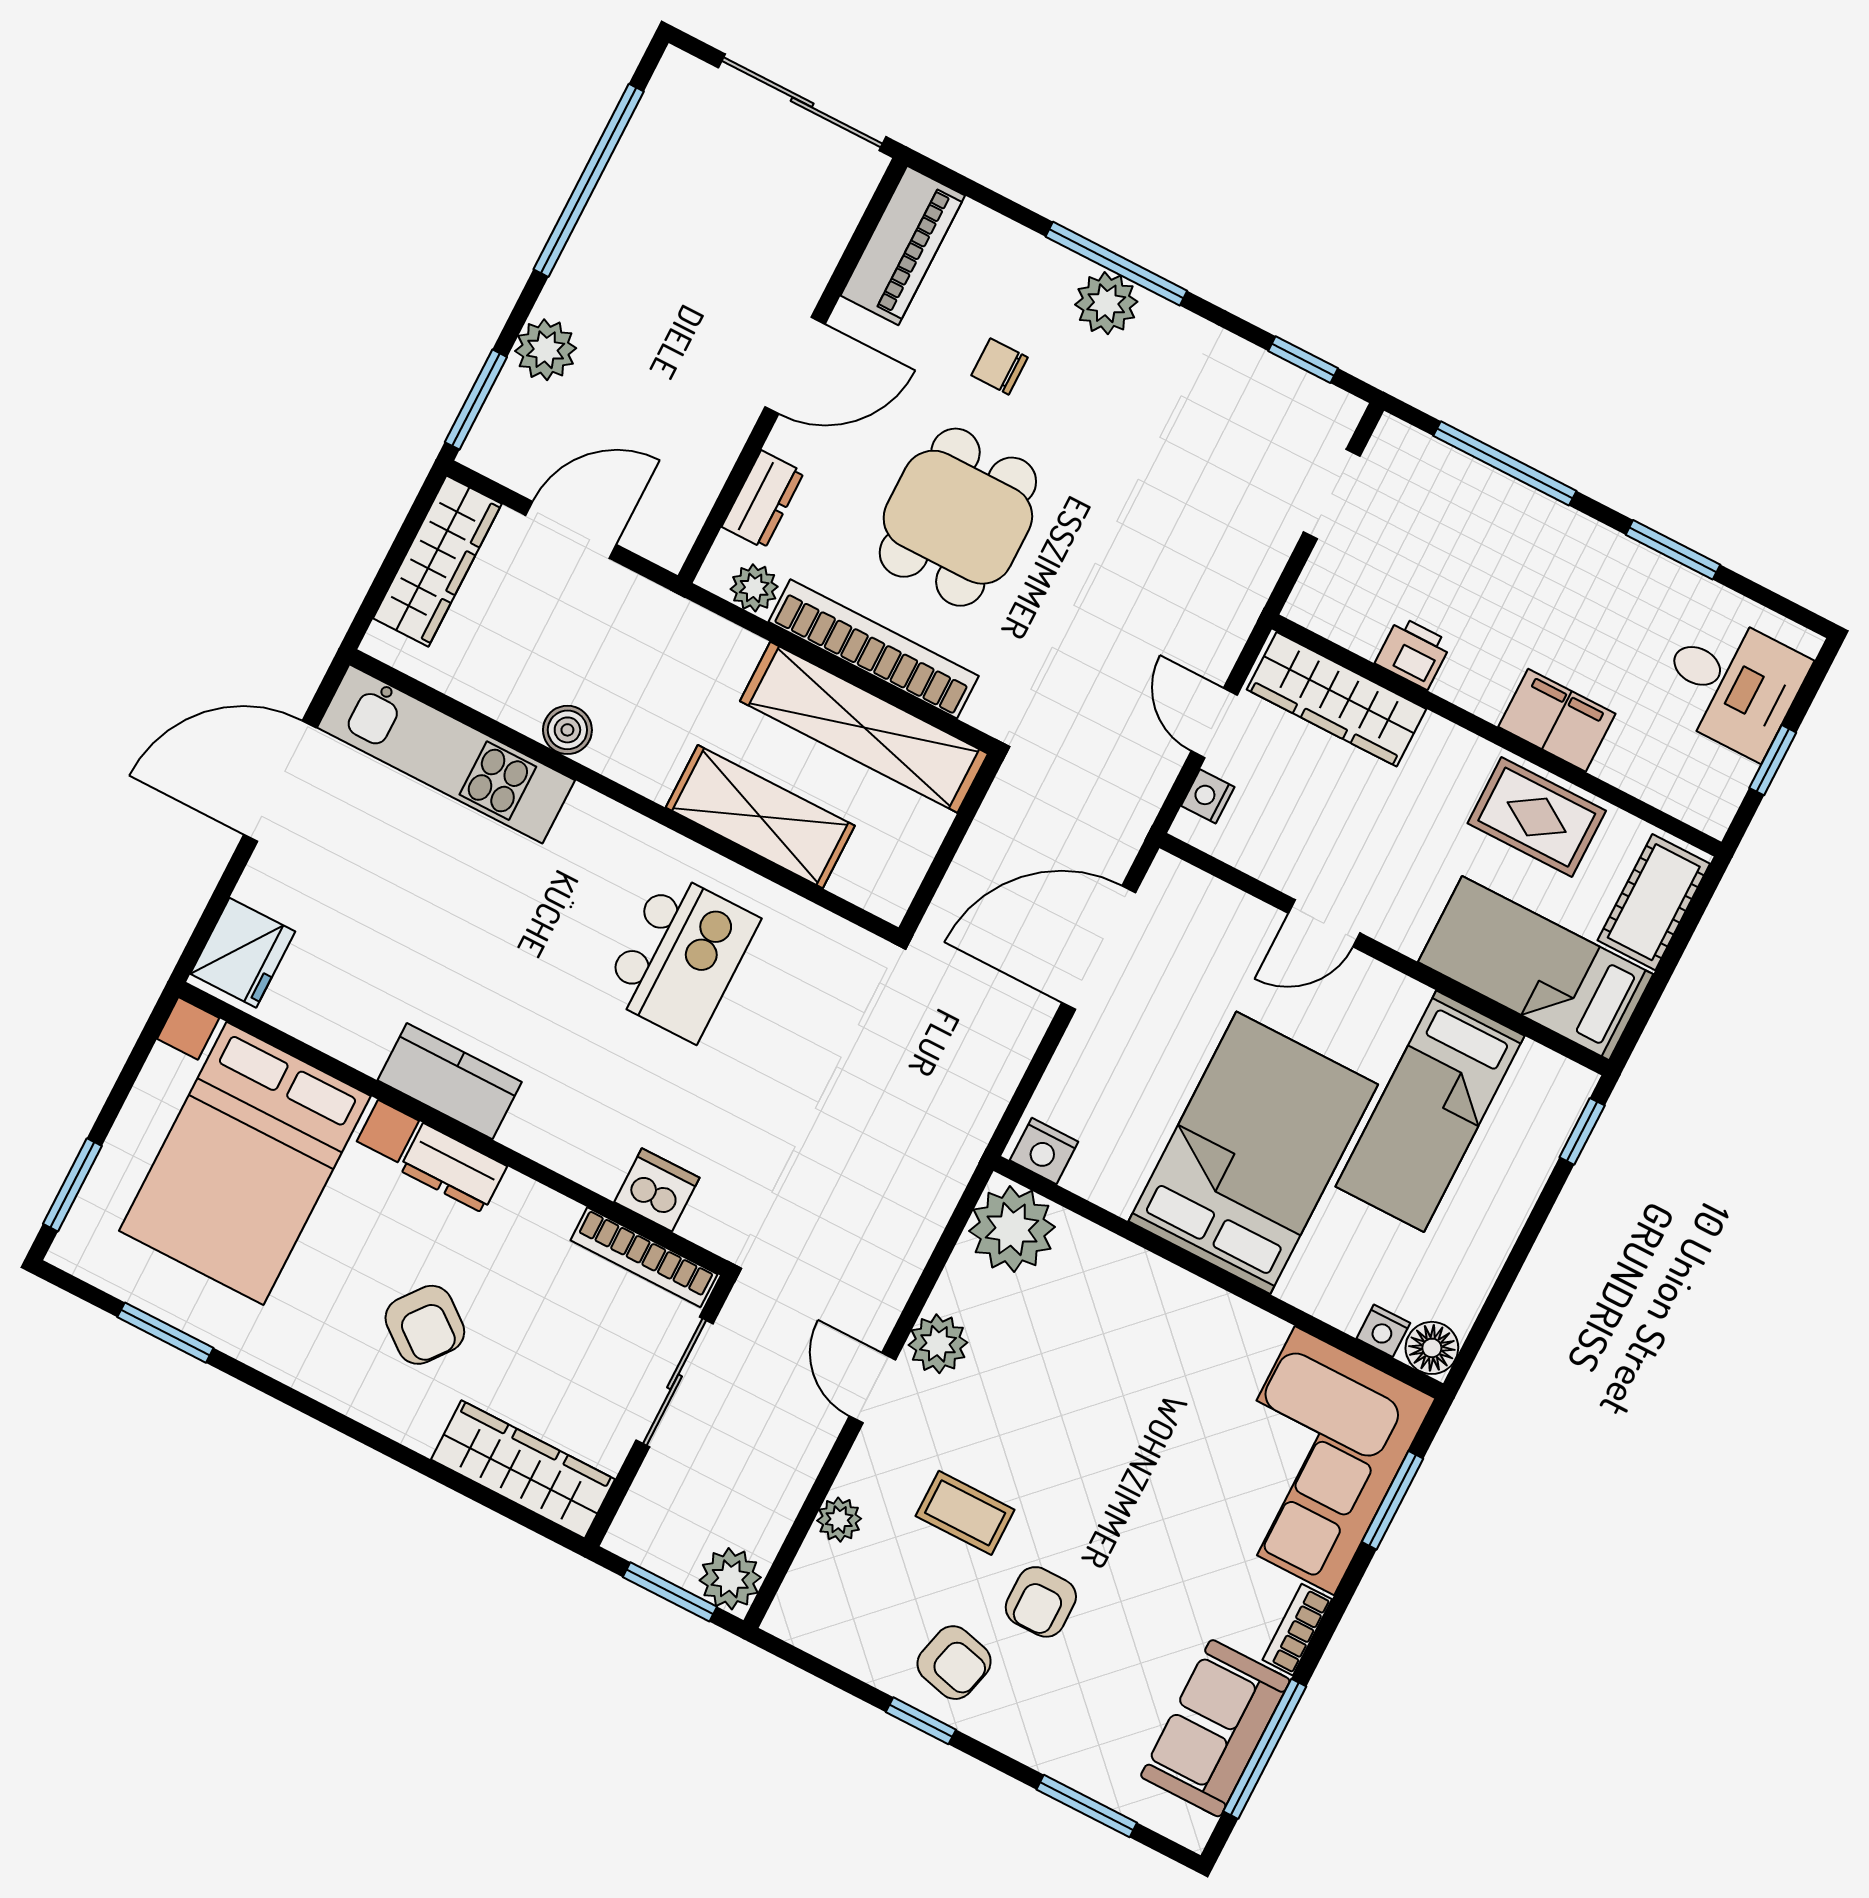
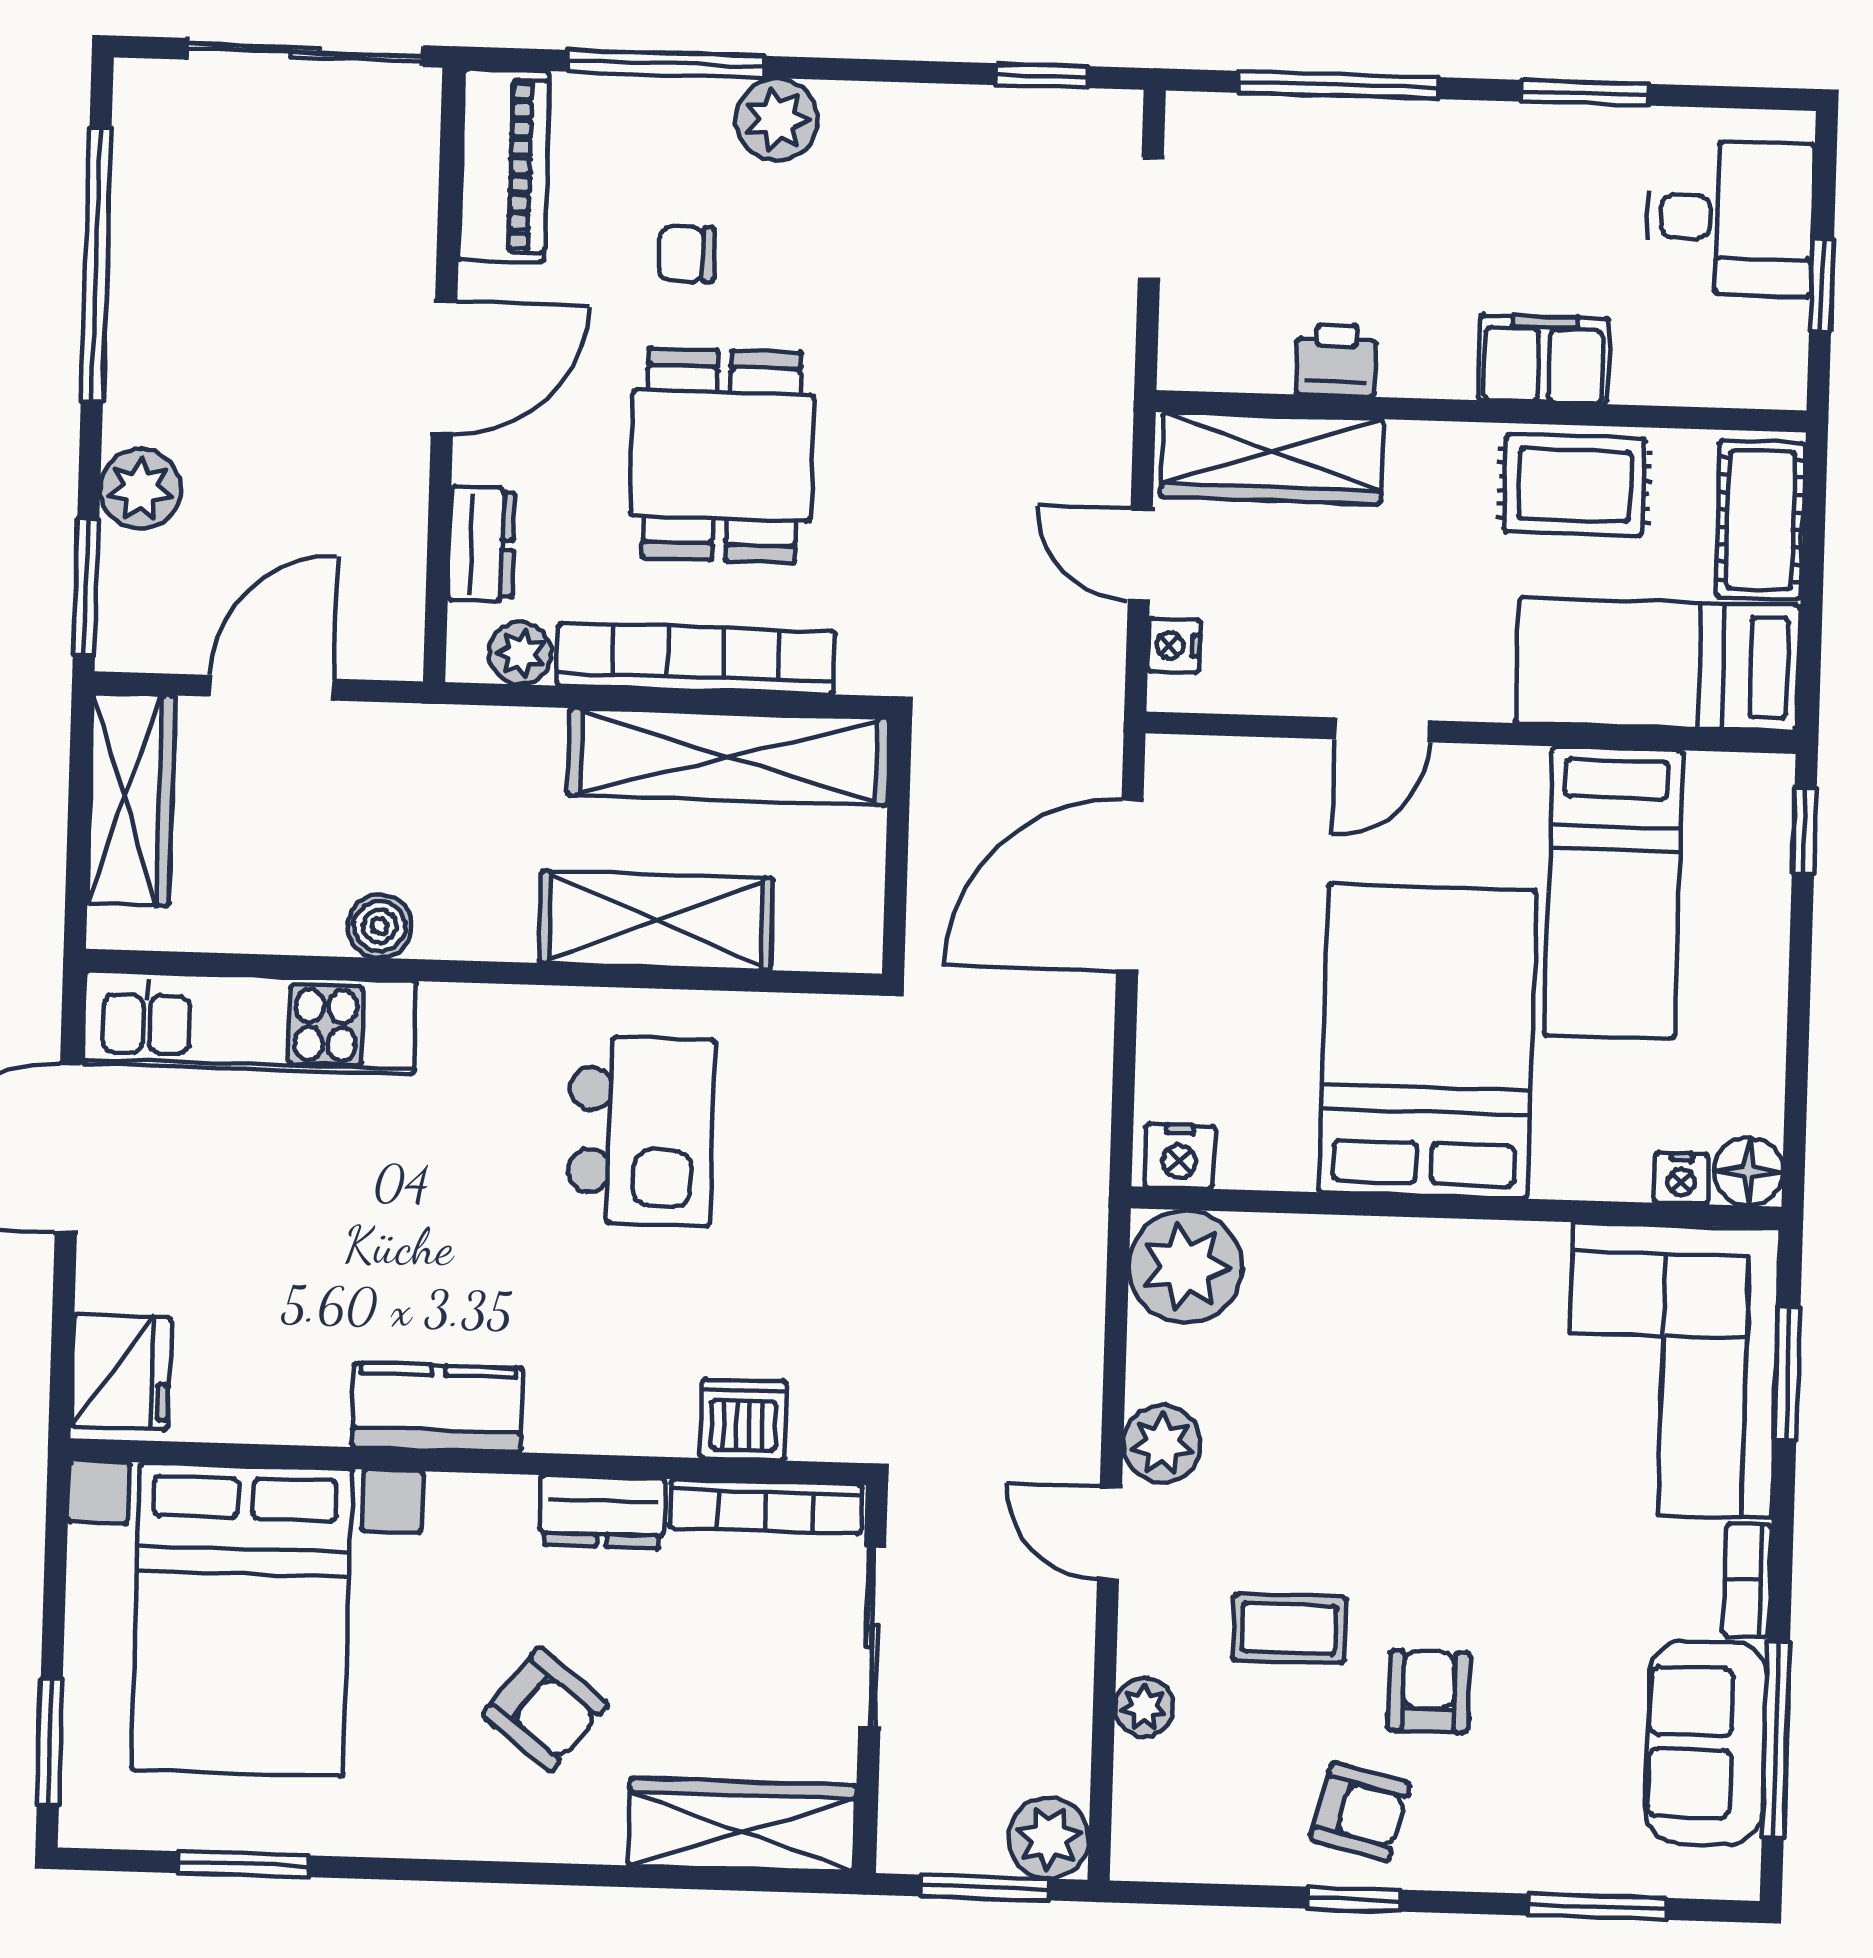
window: (1116, 264) -> (666, 64), moved
dresser: (453, 1168) -> (602, 1512), moved
armchair: (1041, 1602) -> (1429, 1691), turned 180

